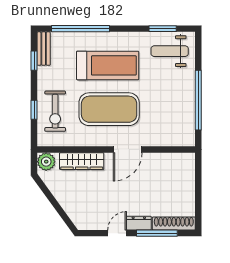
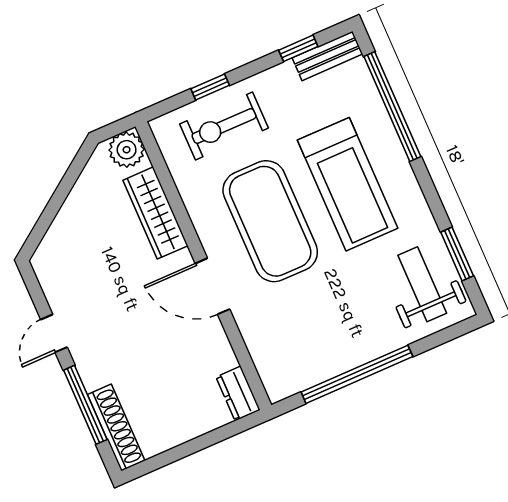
dresser: (139, 223) -> (238, 393), moved, turned 180
door: (117, 233) -> (54, 333), swing flipped

